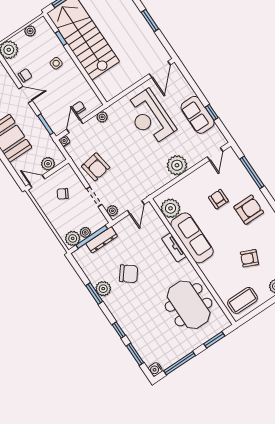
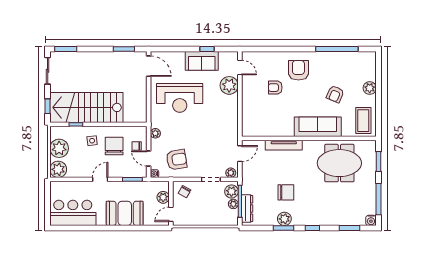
window: (150, 20) -> (124, 49), moved
plant: (30, 31) -> (59, 148), width x1.88, depth x1.88
chair: (25, 75) -> (114, 146), moved, width x1.87, depth x1.87
plant: (177, 165) -> (229, 85), moved
armchair: (96, 167) -> (177, 160), moved
window: (252, 172) -> (272, 49), removed
chair: (63, 194) -> (184, 192), moved
door: (136, 207) -> (240, 154), hinge flipped
plant: (170, 208) -> (258, 128), removed
plant: (73, 238) -> (231, 191), moved
sofa: (192, 238) -> (318, 127), moved
dresser: (102, 240) -> (247, 209), moved
tv unit: (174, 247) -> (284, 145), width x1.41
chair: (129, 274) -> (286, 192), turned 52
window: (119, 330) -> (312, 228), moved

